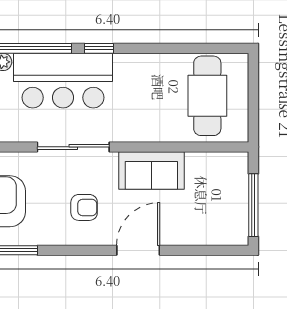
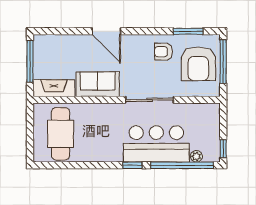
fireplace: (217, 165) -> (54, 88), added
armchair: (84, 207) -> (163, 52), moved
door: (138, 250) -> (106, 31), hinge flipped

